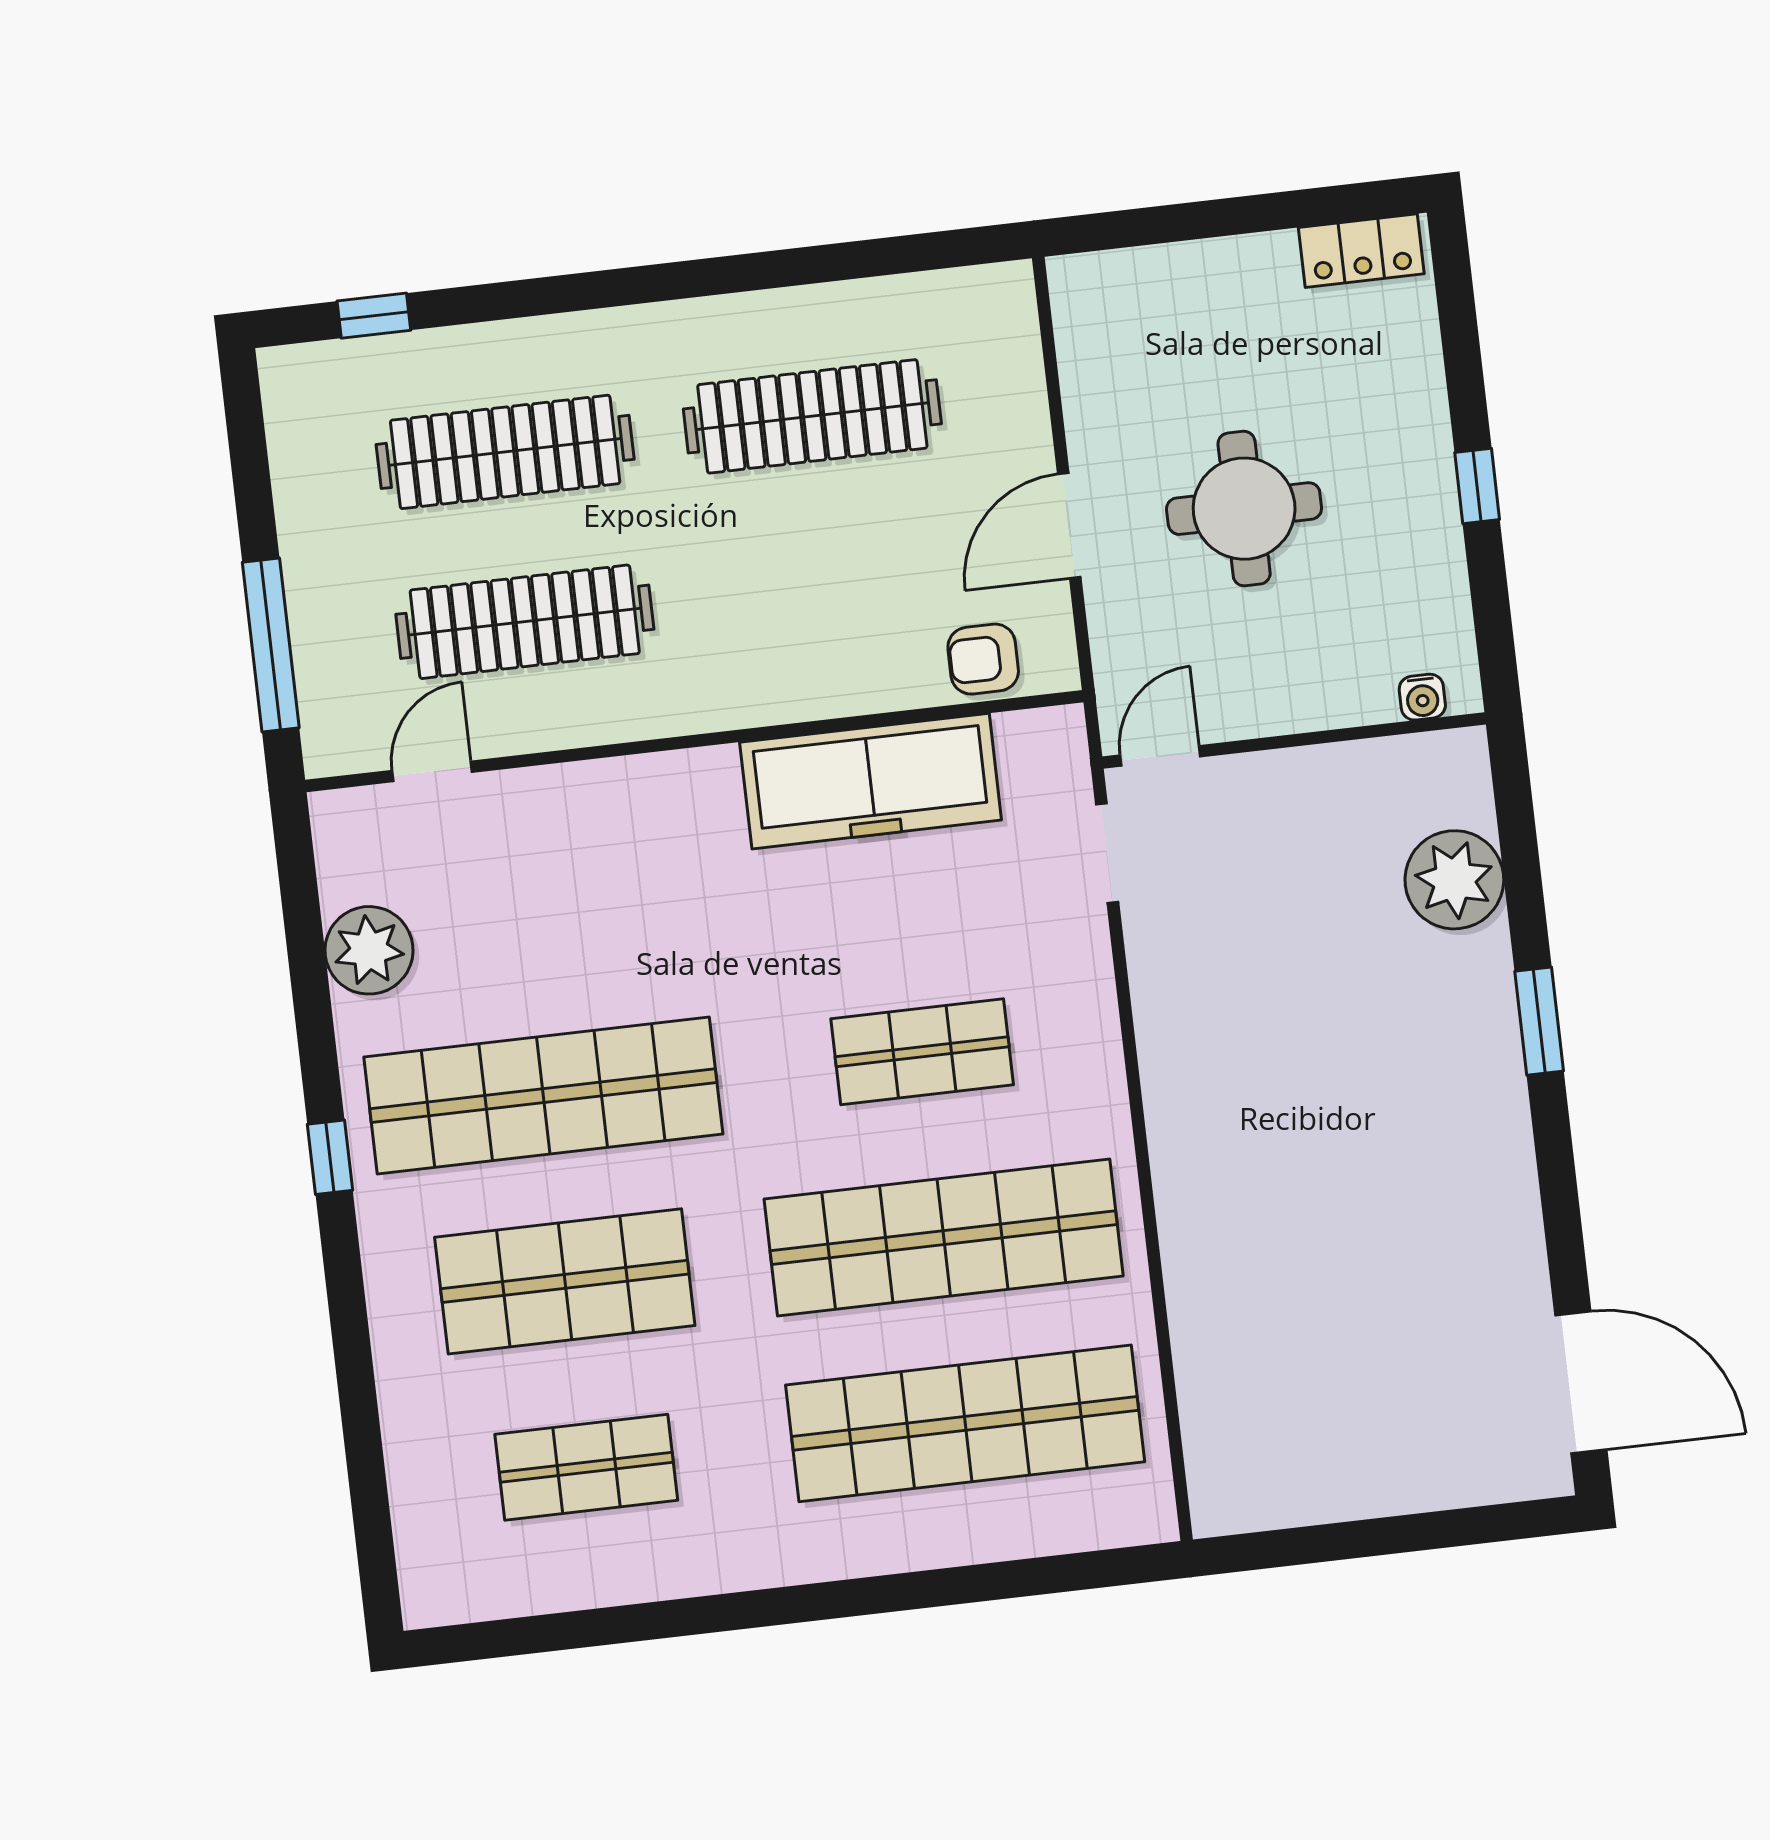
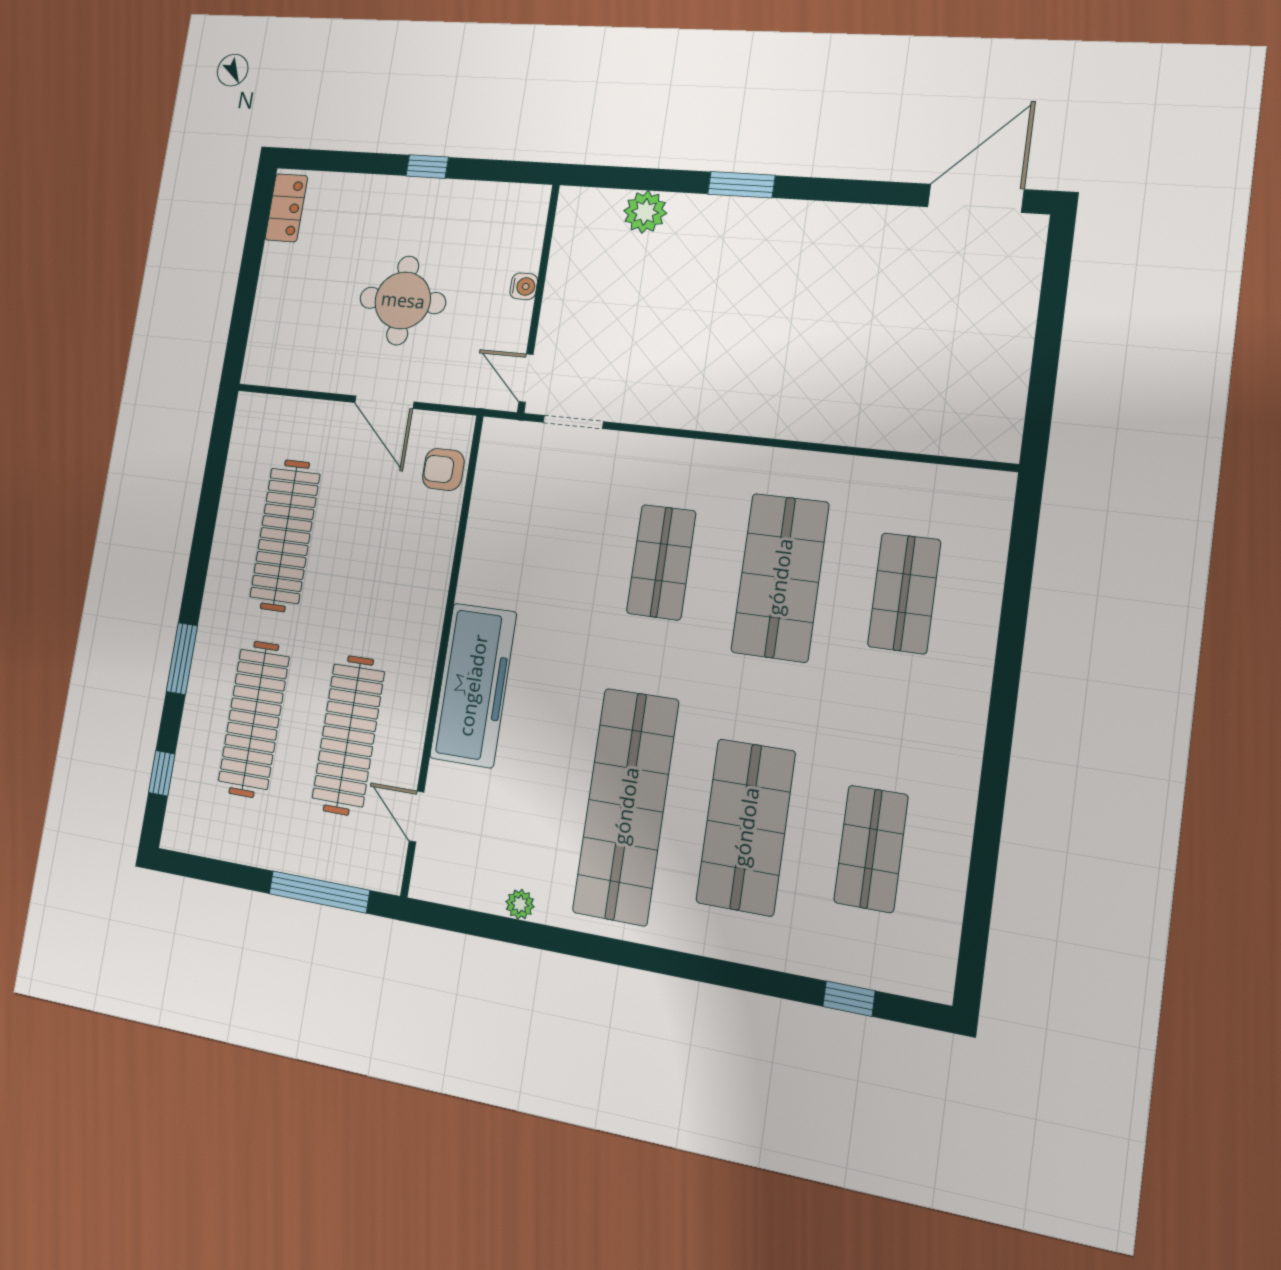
window: (567, 293) -> (182, 659), added
armchair: (983, 659) -> (443, 469), turned 90
water cooler: (1422, 697) -> (524, 286), moved
freezer: (871, 781) -> (473, 685), moved
plant: (1454, 880) -> (645, 212), width x0.73, depth x0.73
plant: (369, 950) -> (520, 904), width x0.53, depth x0.53
window: (330, 1157) -> (849, 999), moved
shop shelf: (944, 1238) -> (780, 577), width x0.71
shop shelf: (965, 1423) -> (904, 593), width x0.50, depth x0.74

